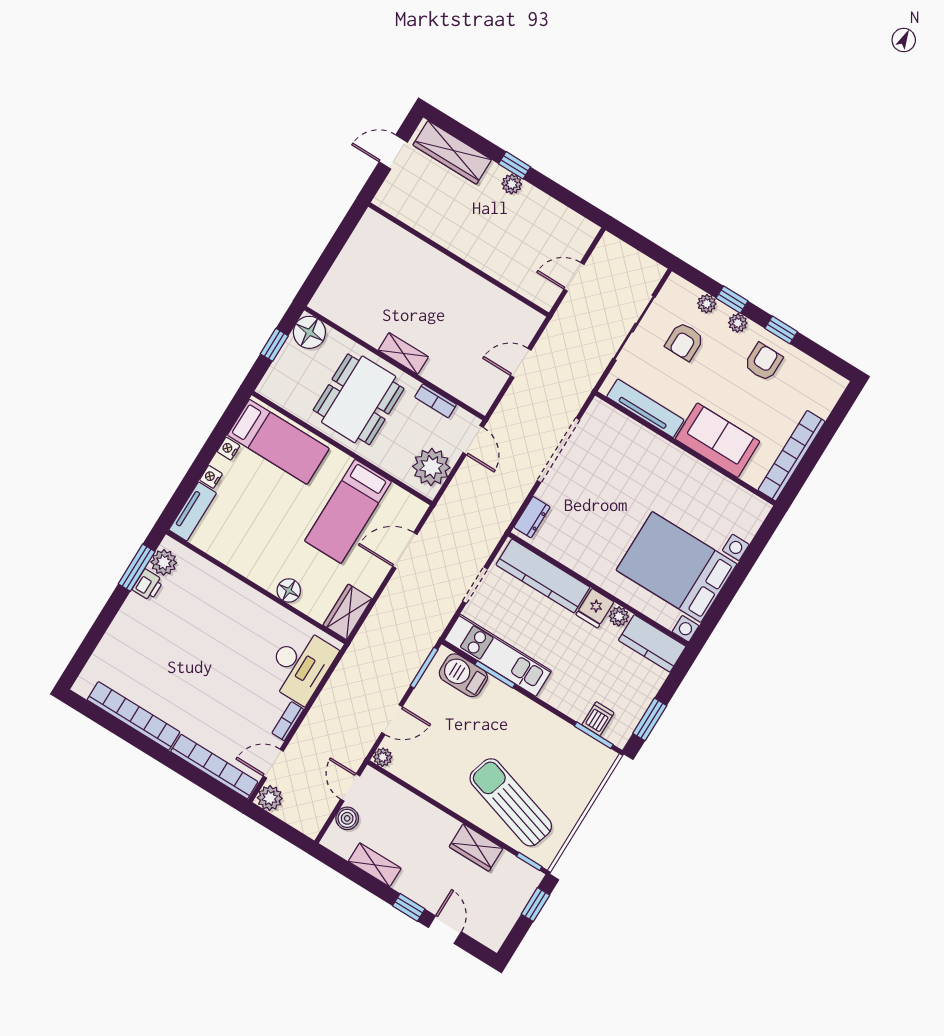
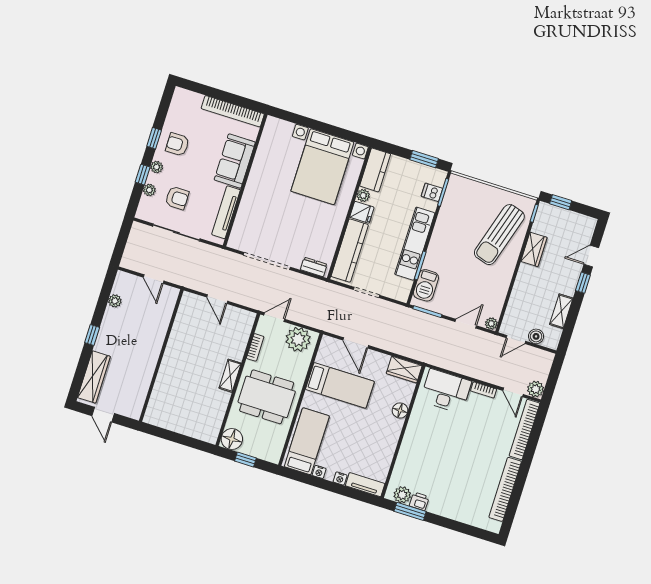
plant: (512, 184) -> (115, 301), moved
kitchen unit: (498, 655) -> (415, 244), moved
door: (392, 720) -> (466, 324), hinge flipped

